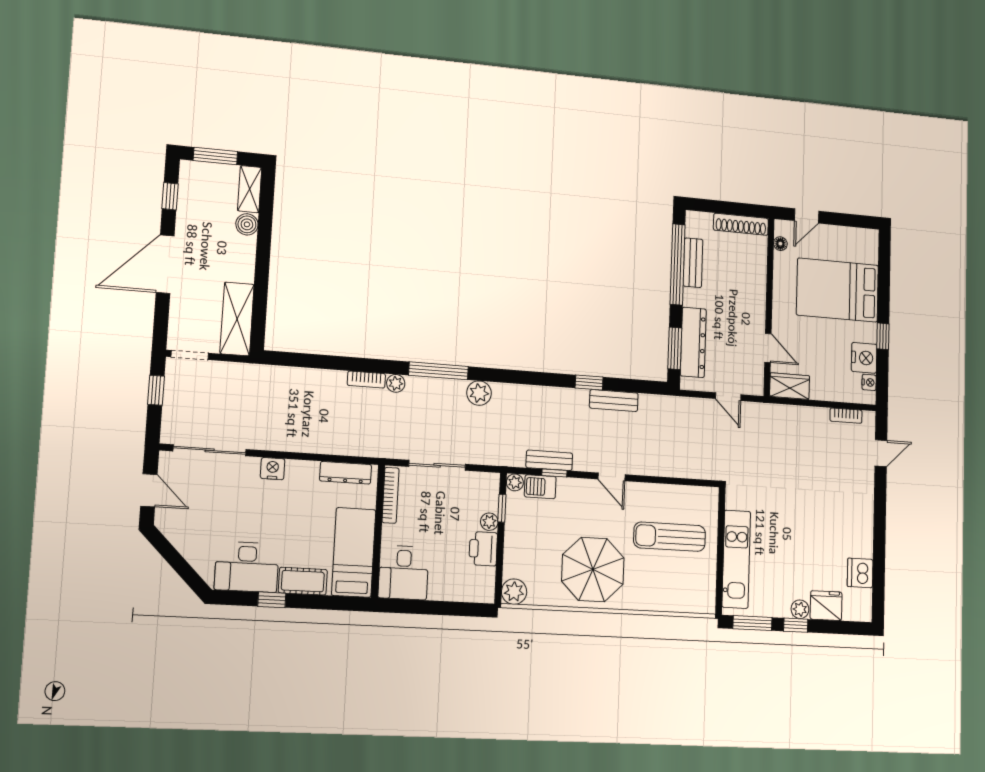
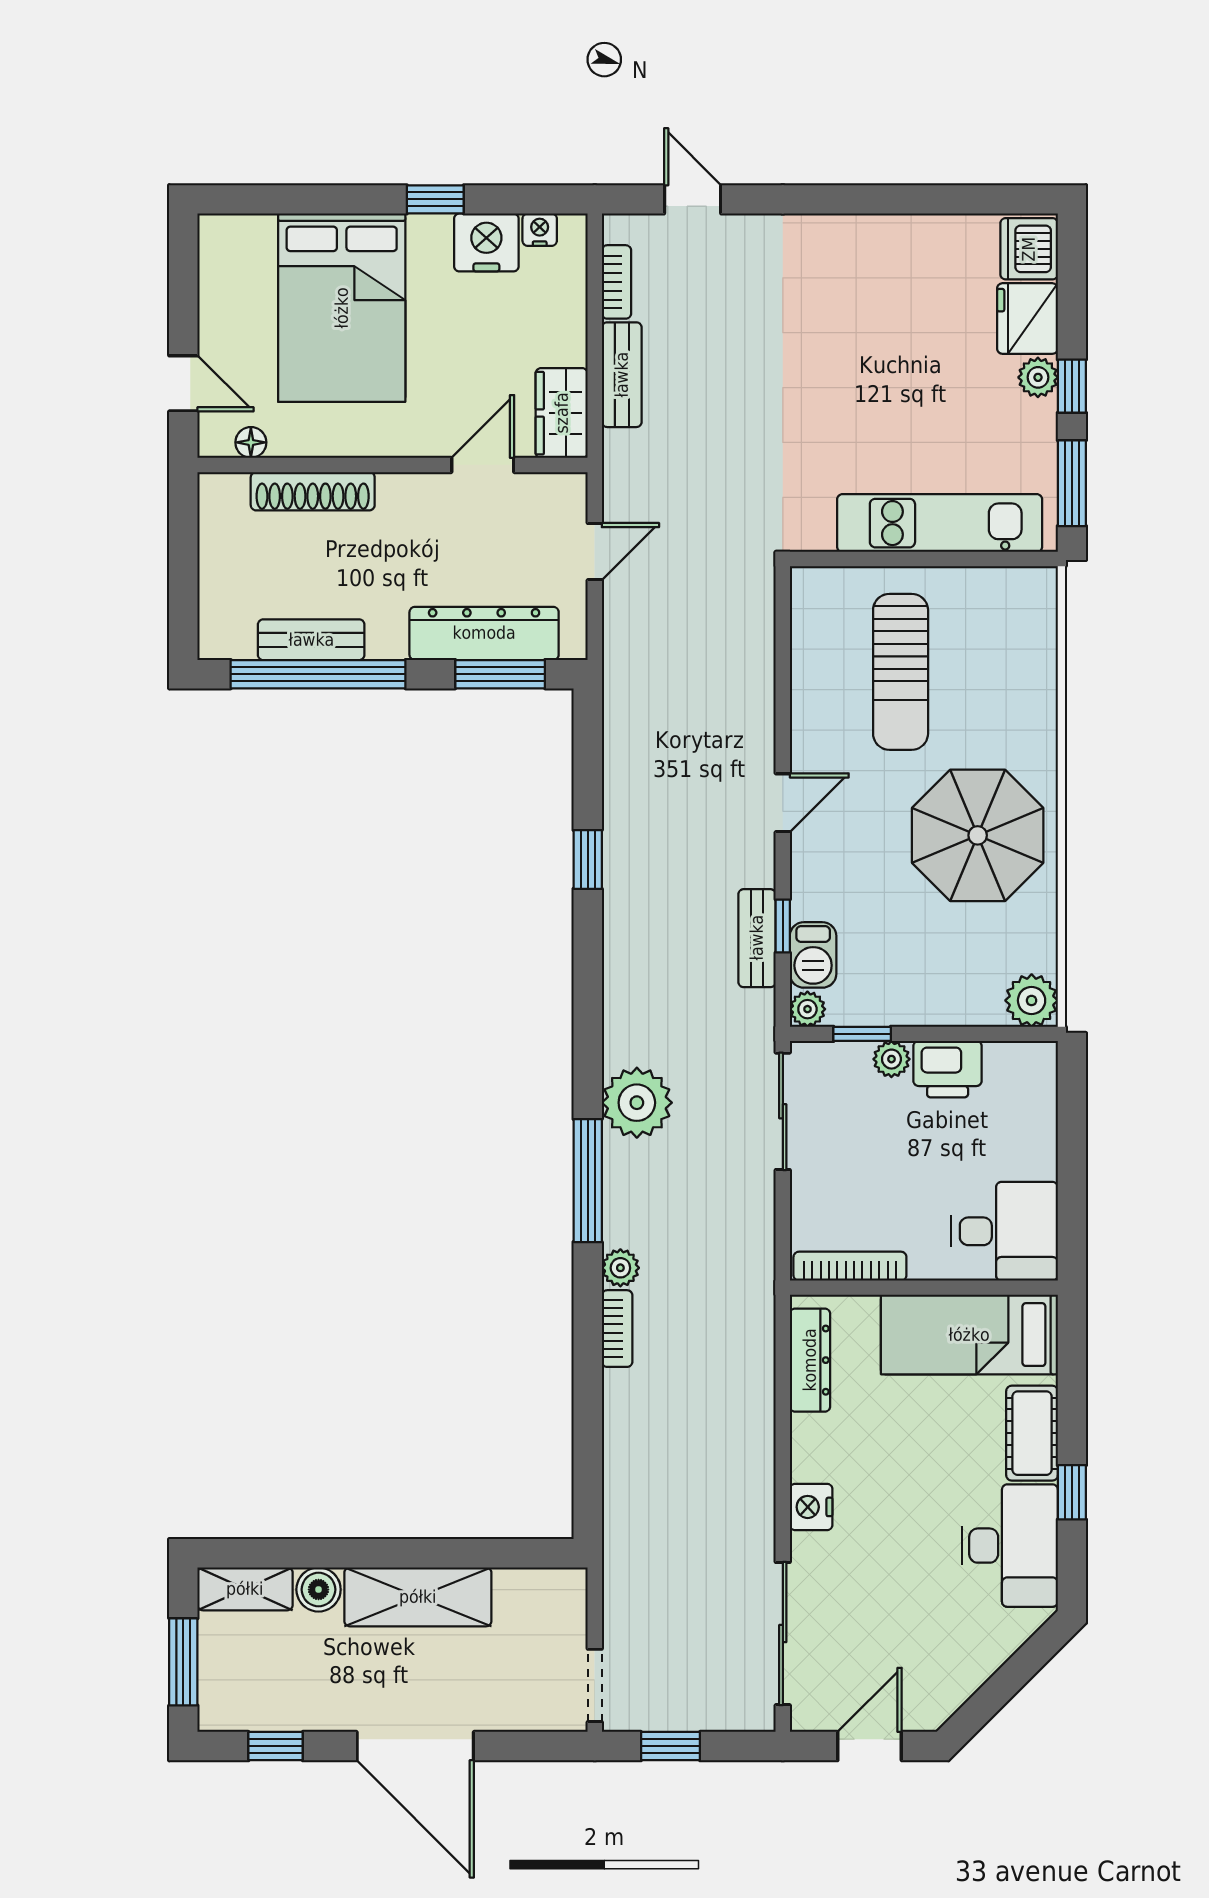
shoe rack: (741, 224) -> (313, 491), moved, turned 90
shelving: (237, 319) -> (418, 1597), moved
plant: (479, 393) -> (637, 1103), width x1.36, depth x1.36
bench: (614, 401) -> (622, 375), moved
sliding door: (437, 465) -> (783, 1111), moved
dishwasher: (860, 573) -> (1029, 249), moved, turned 90

